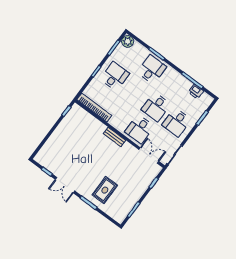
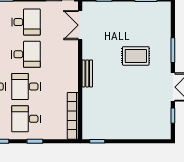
desk: (139, 129) -> (26, 87), moved, turned 180
rug: (105, 190) -> (136, 56), moved

